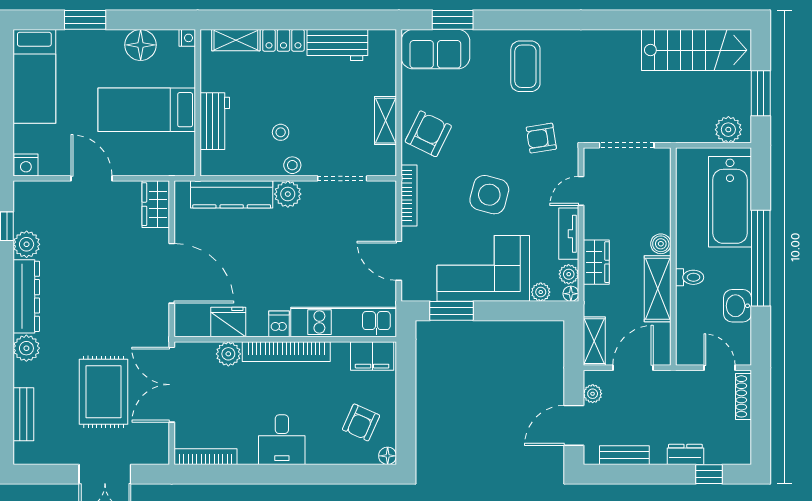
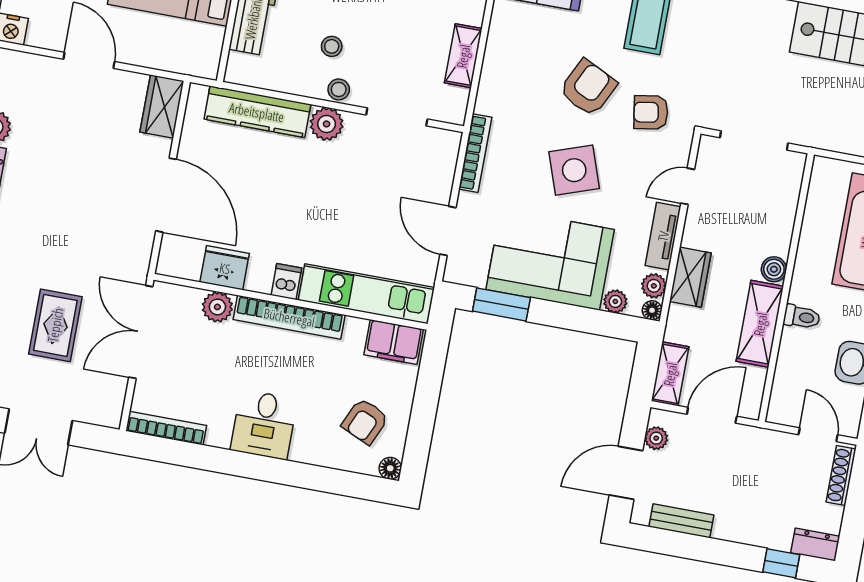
armchair: (428, 134) -> (588, 88), moved
side table: (489, 195) -> (574, 170), turned -34
rug: (104, 392) -> (55, 325), width x0.73, depth x0.70
dresser: (685, 454) -> (815, 545), moved

